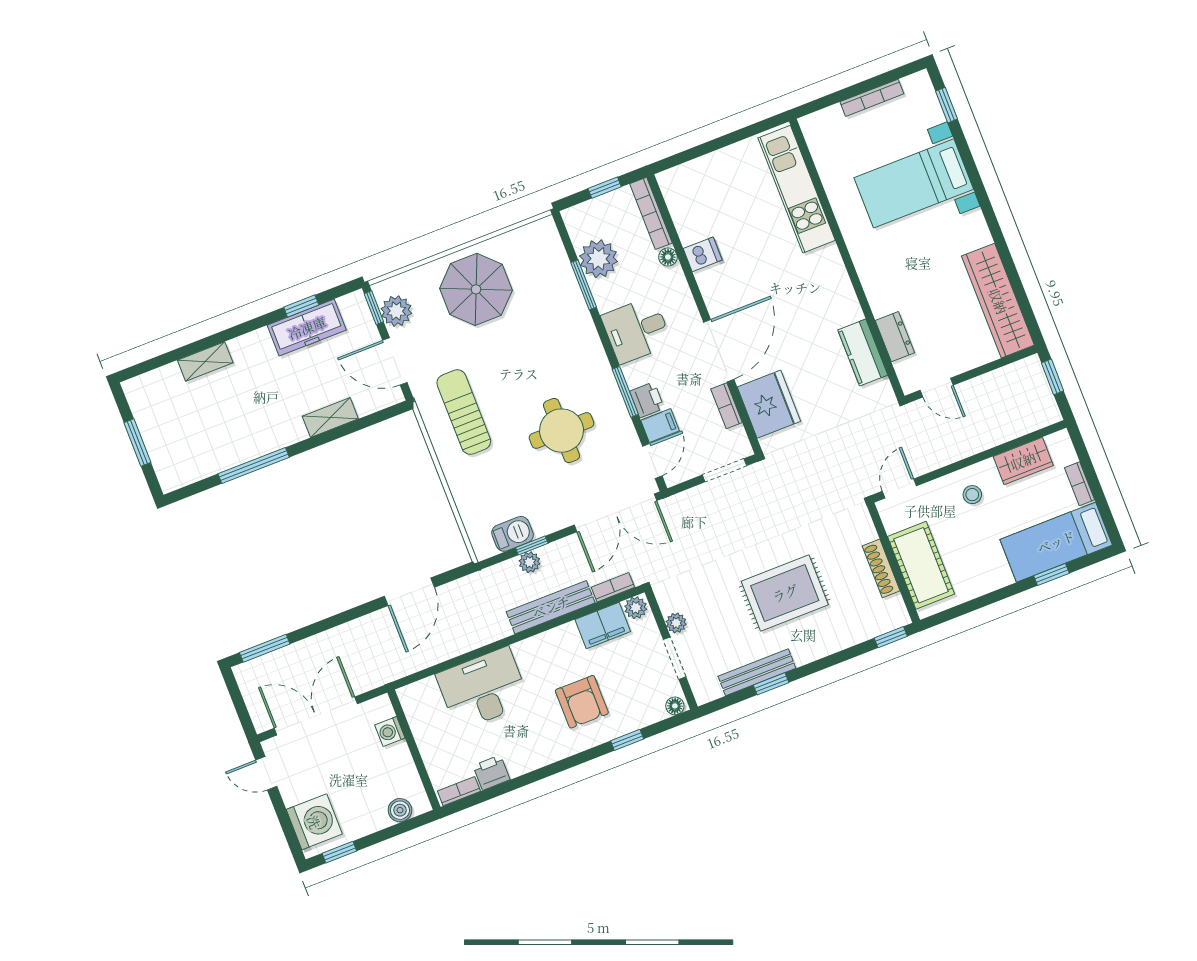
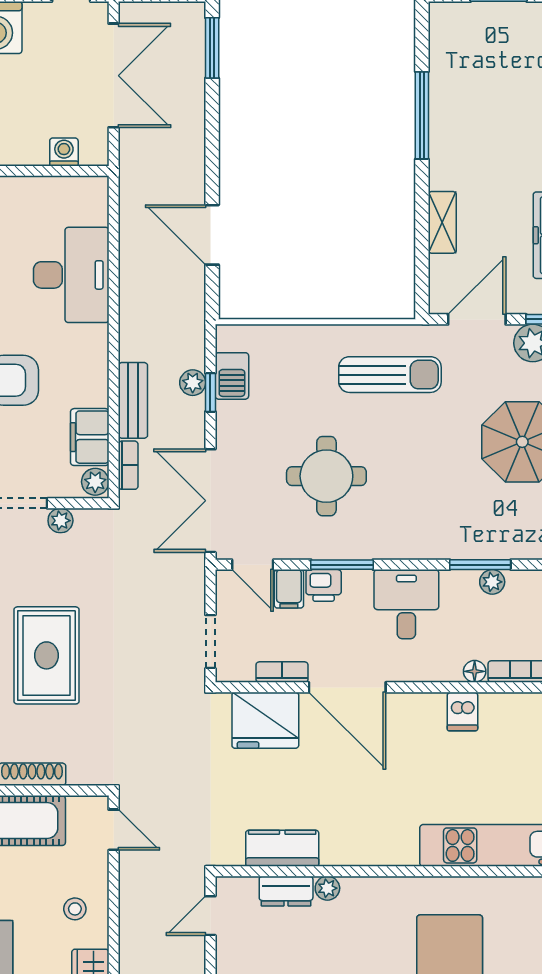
plant: (598, 259) -> (492, 582), width x0.53, depth x0.53
plant: (880, 305) -> (327, 888), added
bench: (551, 607) -> (133, 400), width x0.73

